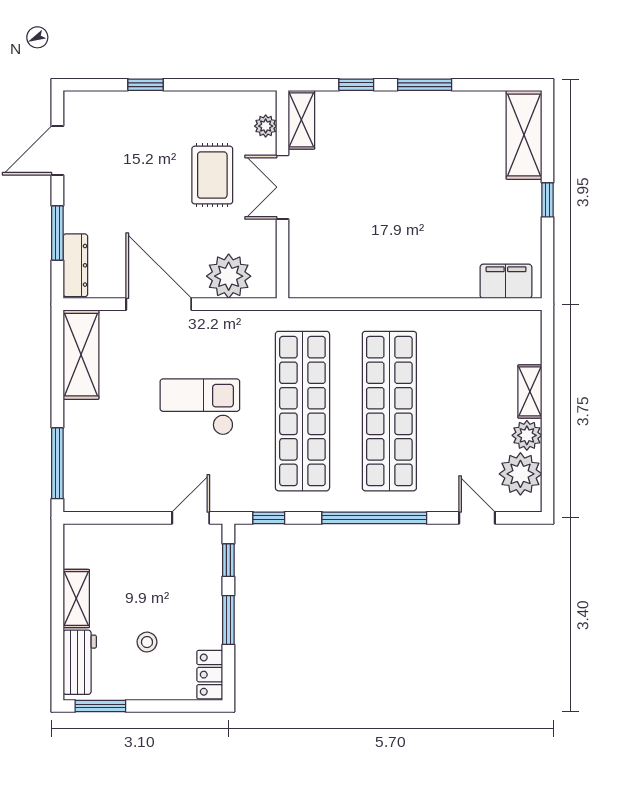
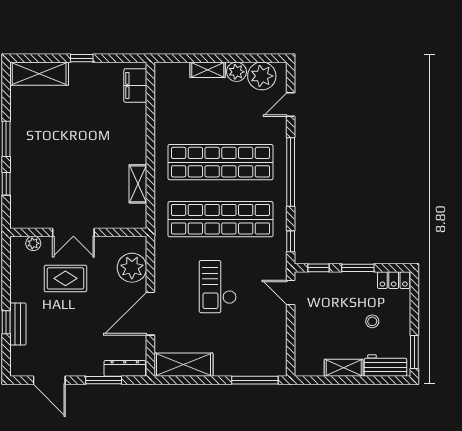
bench: (143, 103) -> (18, 324), added
shelving: (301, 120) -> (138, 184), moved, turned 90

